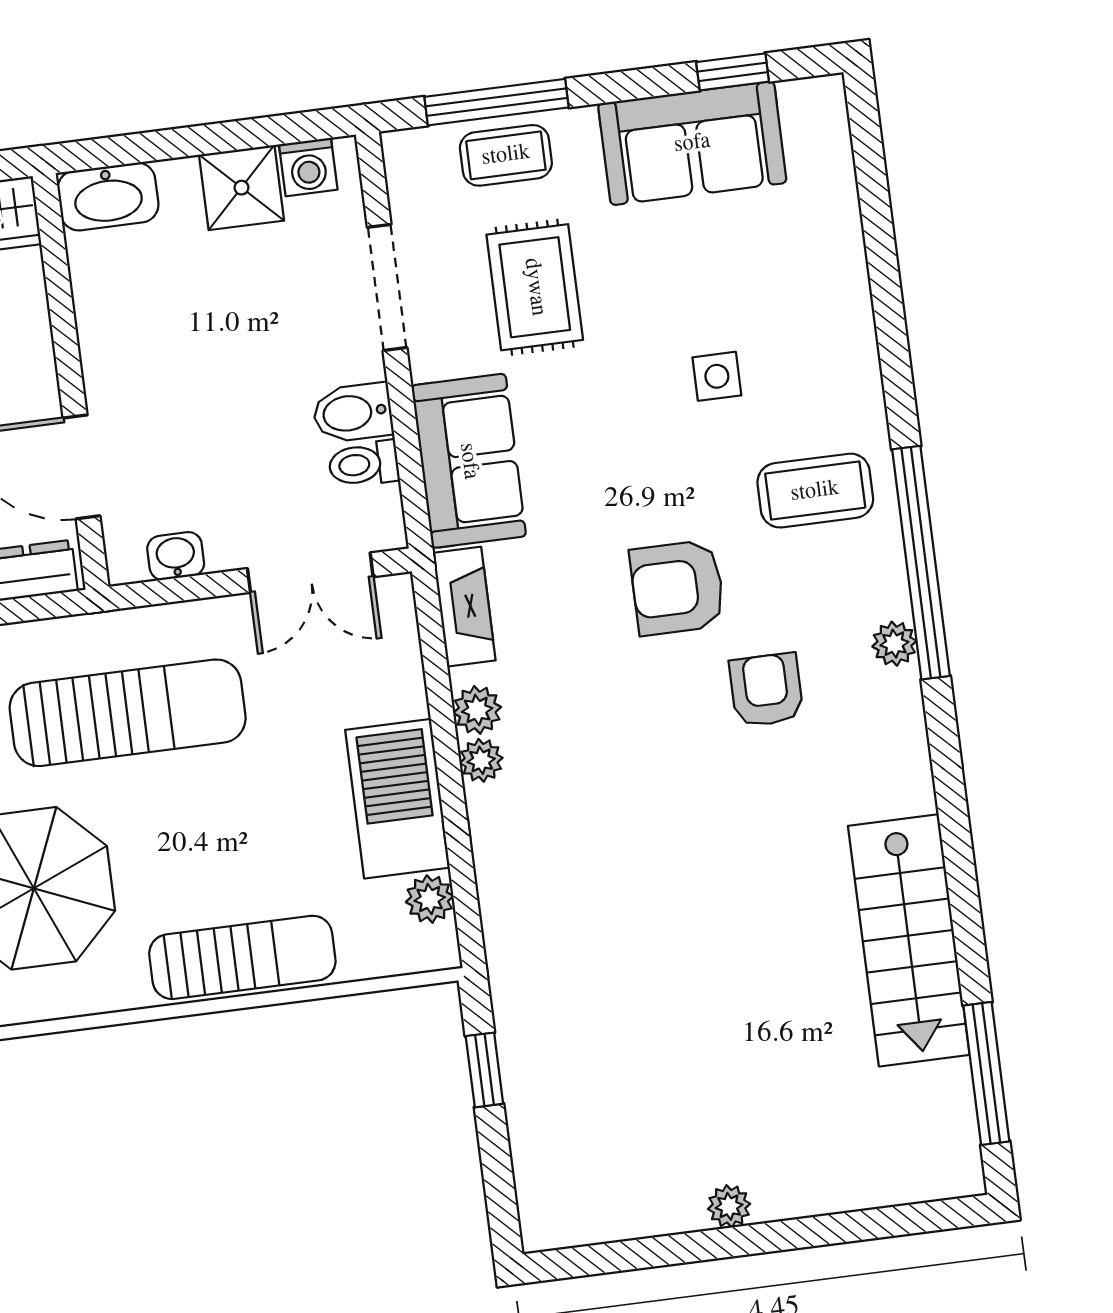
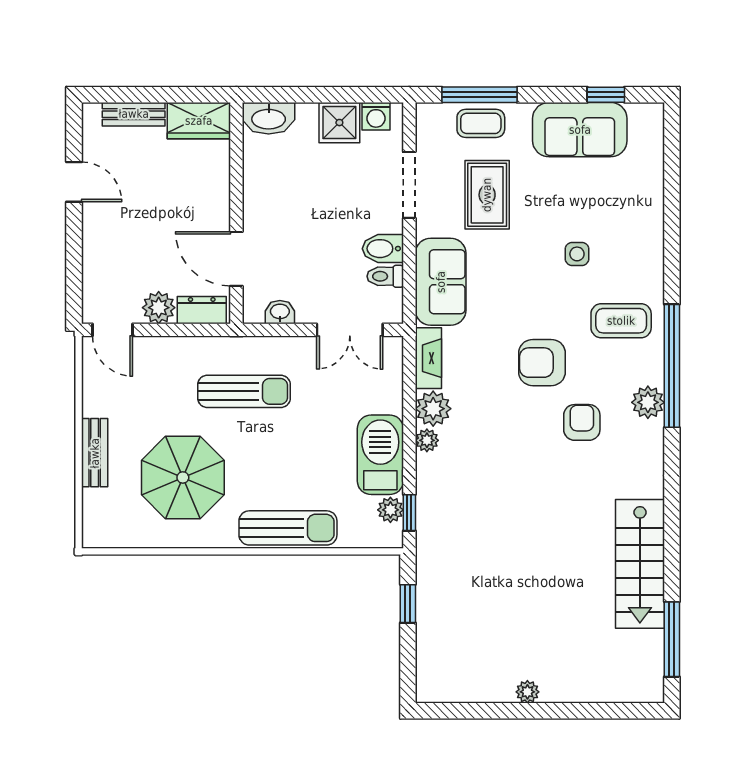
plant: (894, 644) -> (648, 402), width x1.38, depth x1.38
plant: (477, 710) -> (433, 409), width x1.38, depth x1.38
sun lounger: (128, 713) -> (244, 391), width x0.73, depth x0.75
window: (466, 900) -> (409, 513), added

